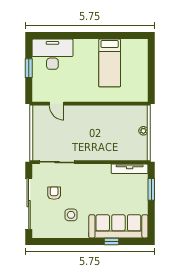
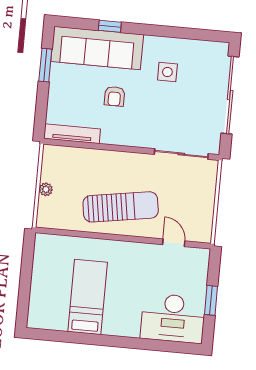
sun lounger: (93, 124) -> (121, 207), added
window: (151, 189) -> (45, 65), moved
armchair: (54, 193) -> (114, 96), moved

